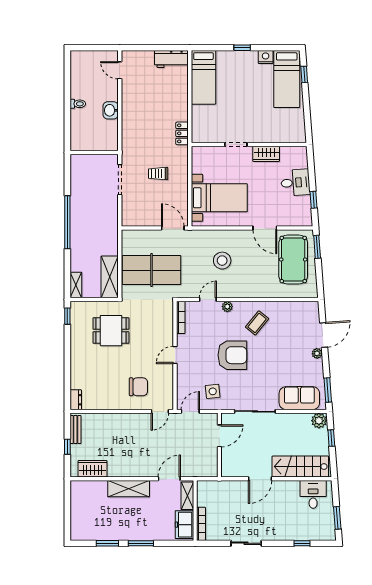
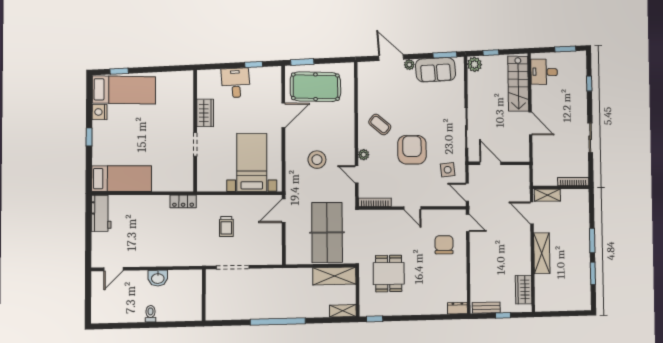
sofa: (299, 398) -> (436, 70), moved, turned -94
freezer: (184, 525) -> (574, 198), removed

